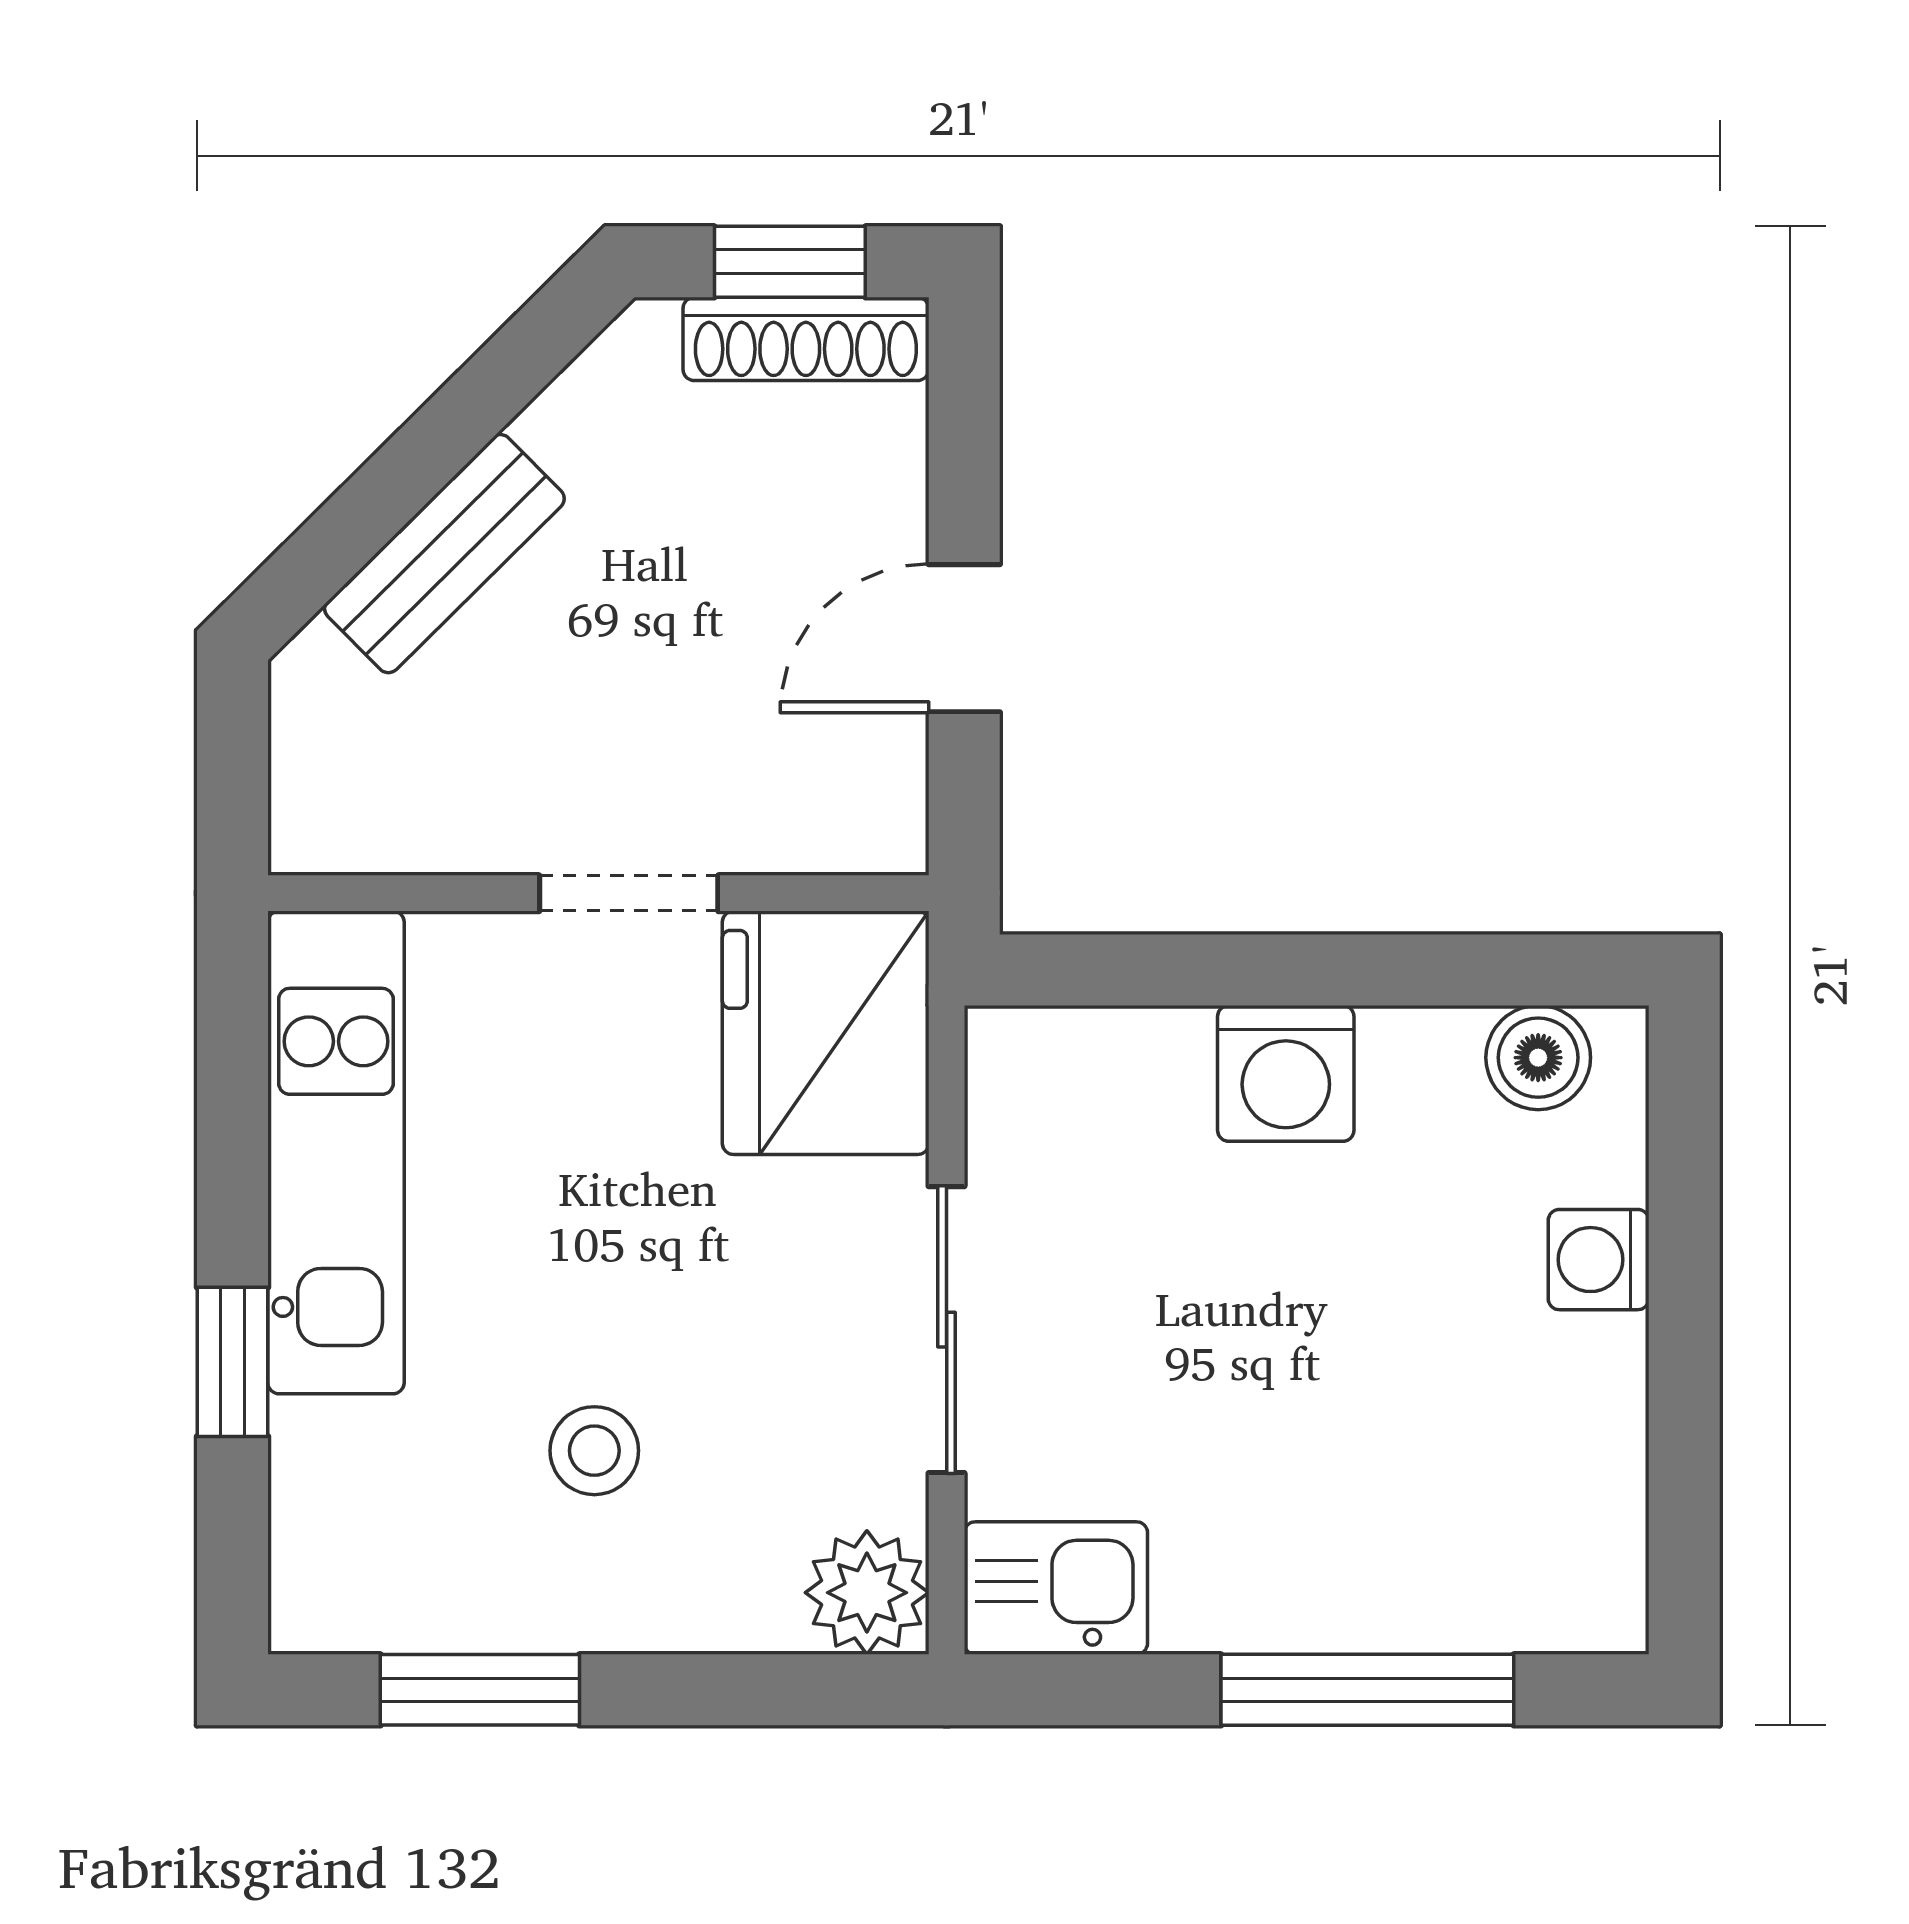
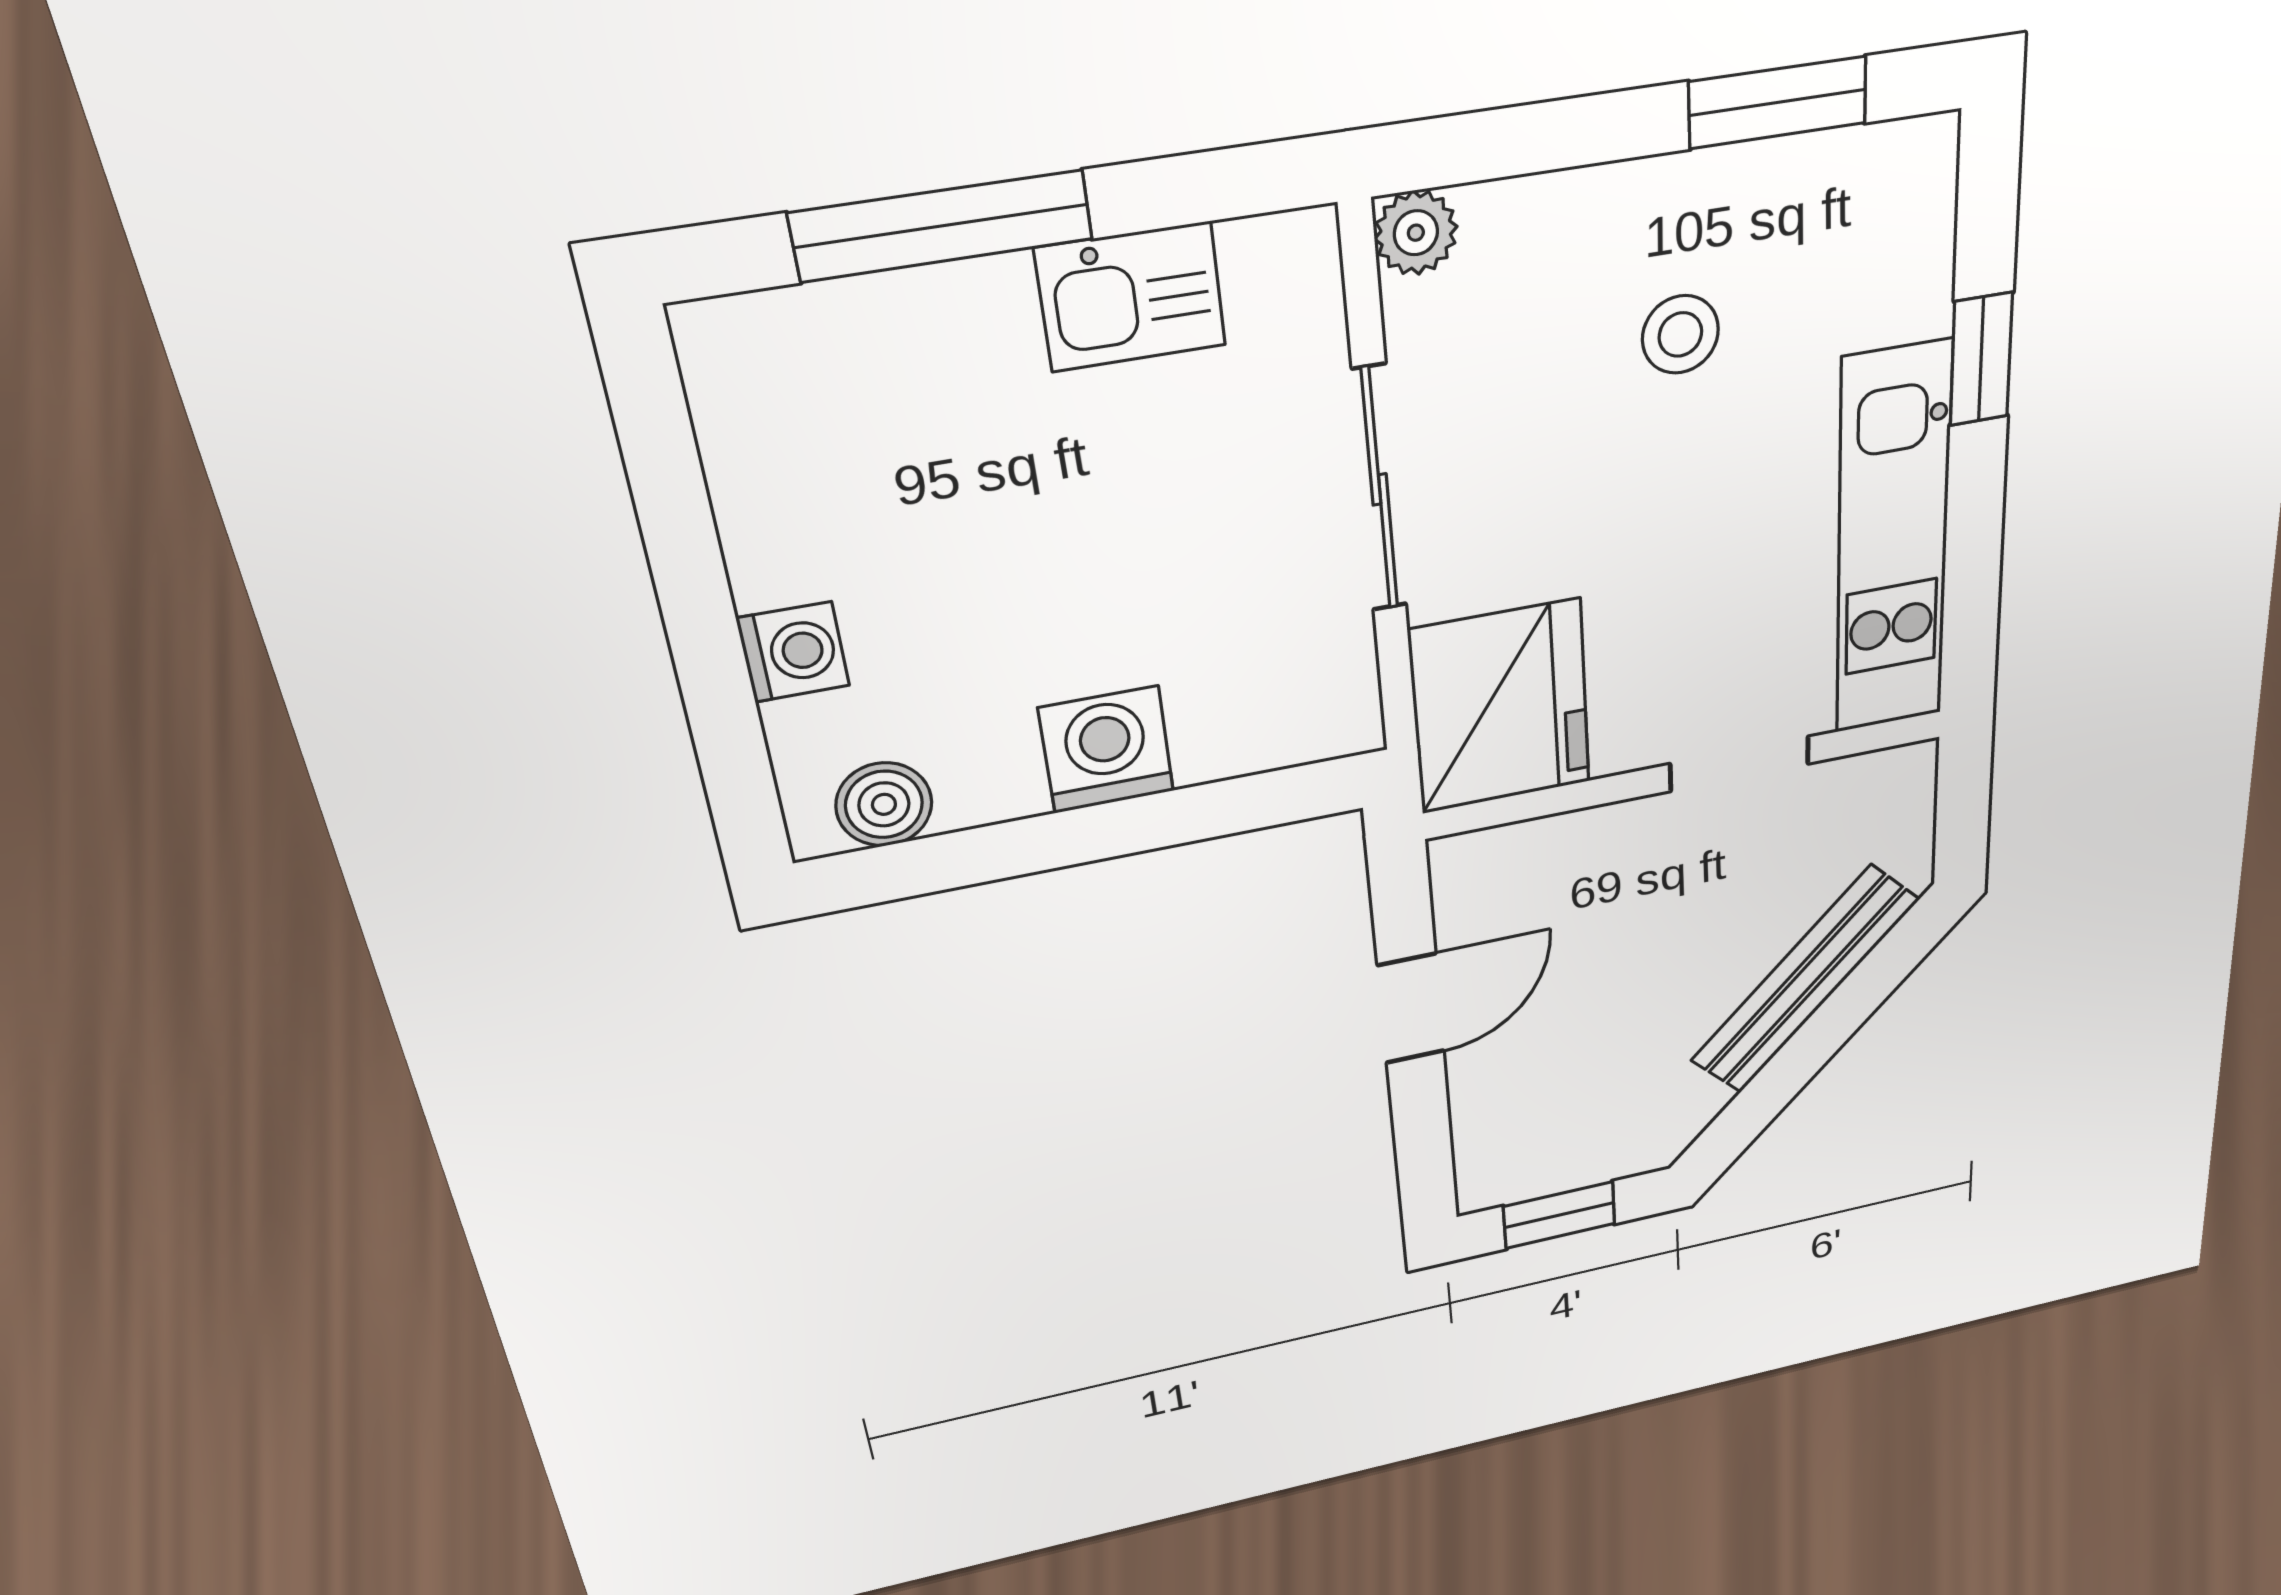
shoe rack: (806, 339) -> (1545, 1172), removed
bench: (444, 554) -> (1805, 980), width x1.36
doorway: (629, 893) -> (1740, 764), moved
kitchen sink: (1056, 1588) -> (1131, 297), moved
plant: (867, 1593) -> (1416, 233), width x0.73, depth x0.73

